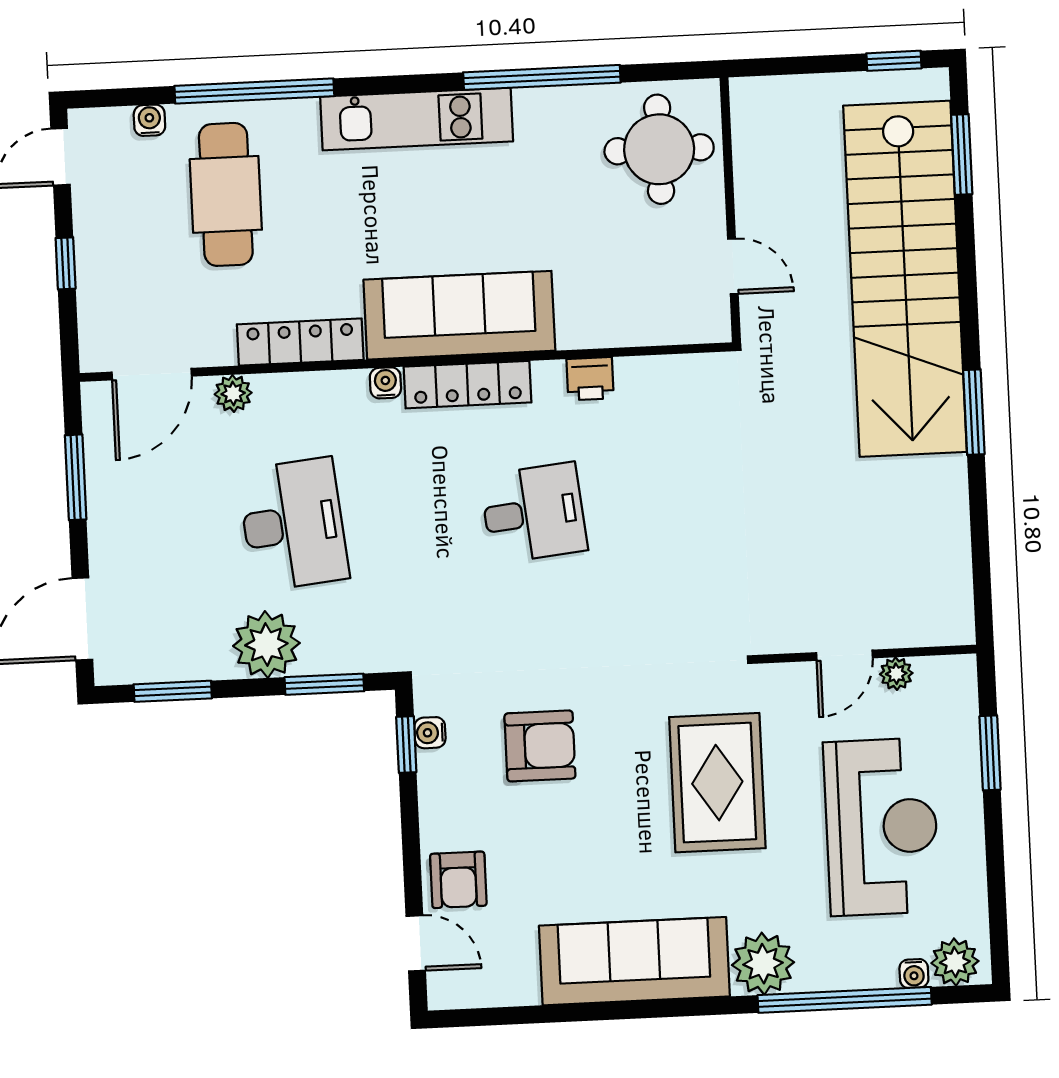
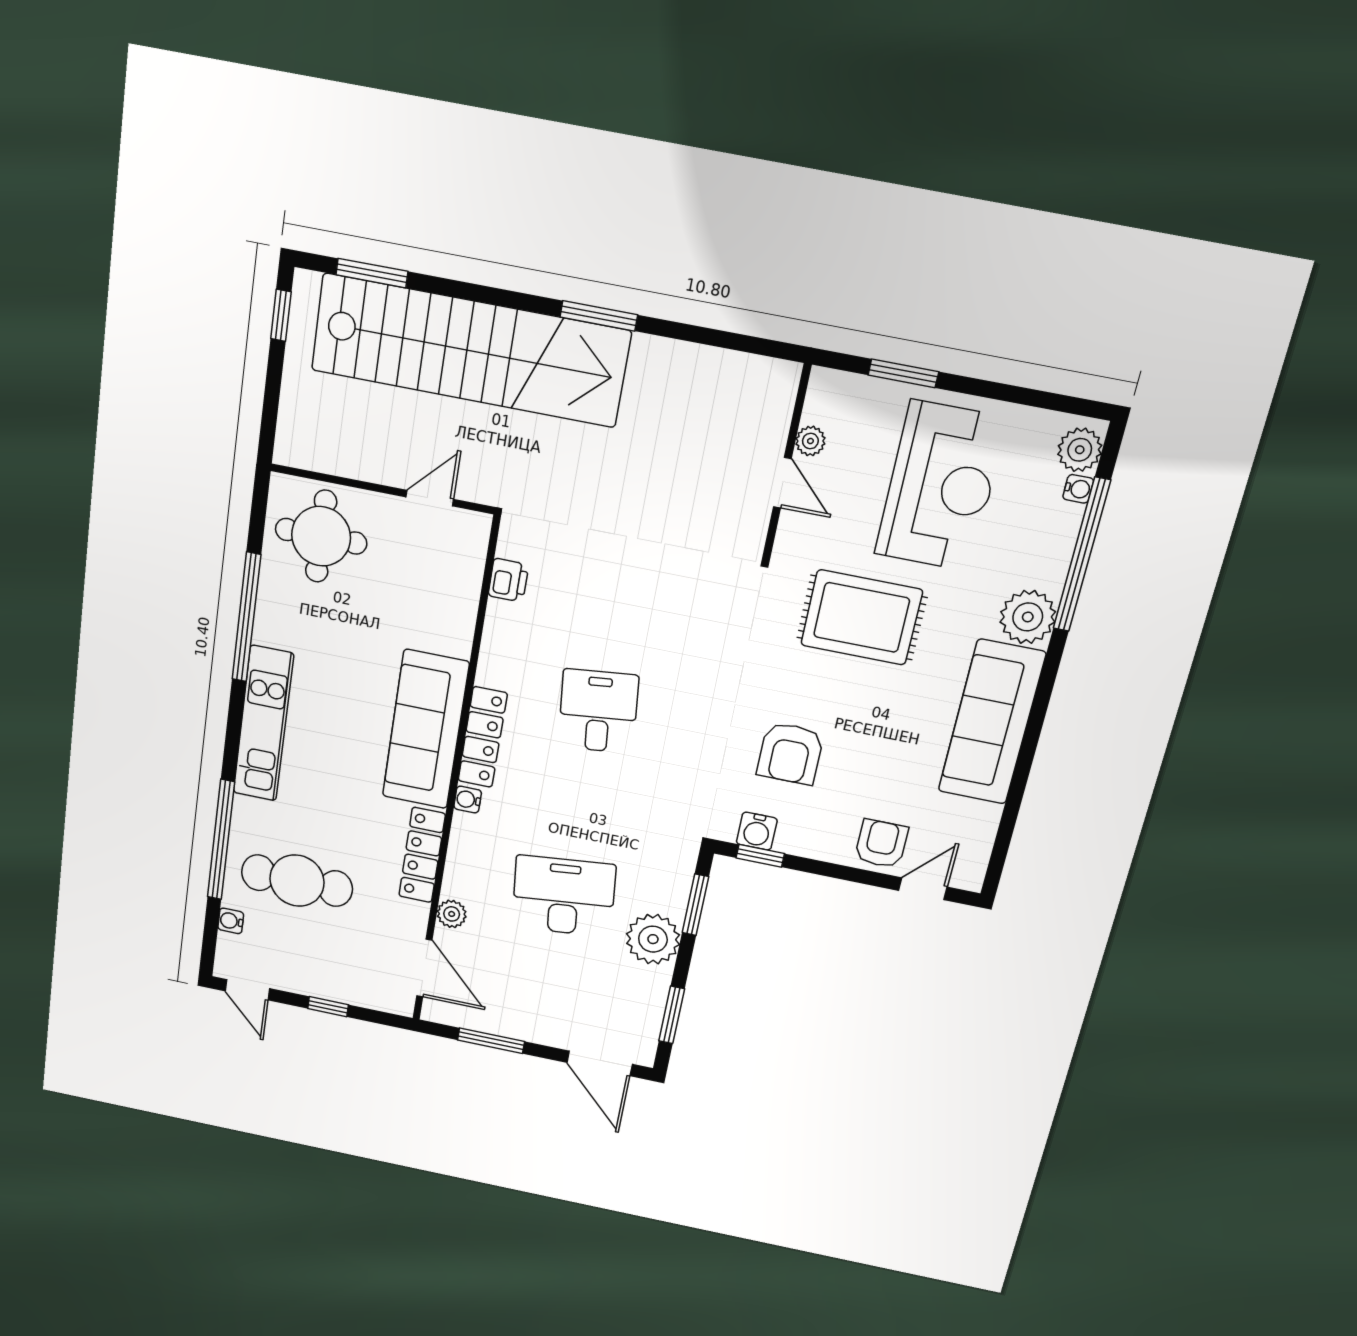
printer: (590, 379) -> (508, 580), moved
water cooler: (430, 733) -> (757, 831), width x1.38, depth x1.38
armchair: (540, 746) -> (790, 753), turned 180
reception desk: (881, 827) -> (940, 486), turned 90
armchair: (458, 880) -> (881, 844), turned -90

